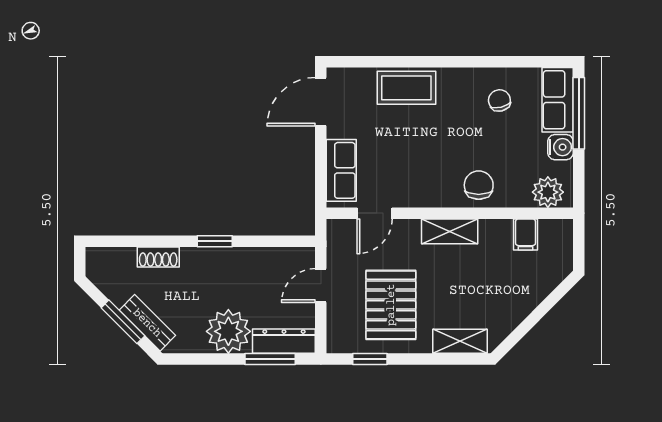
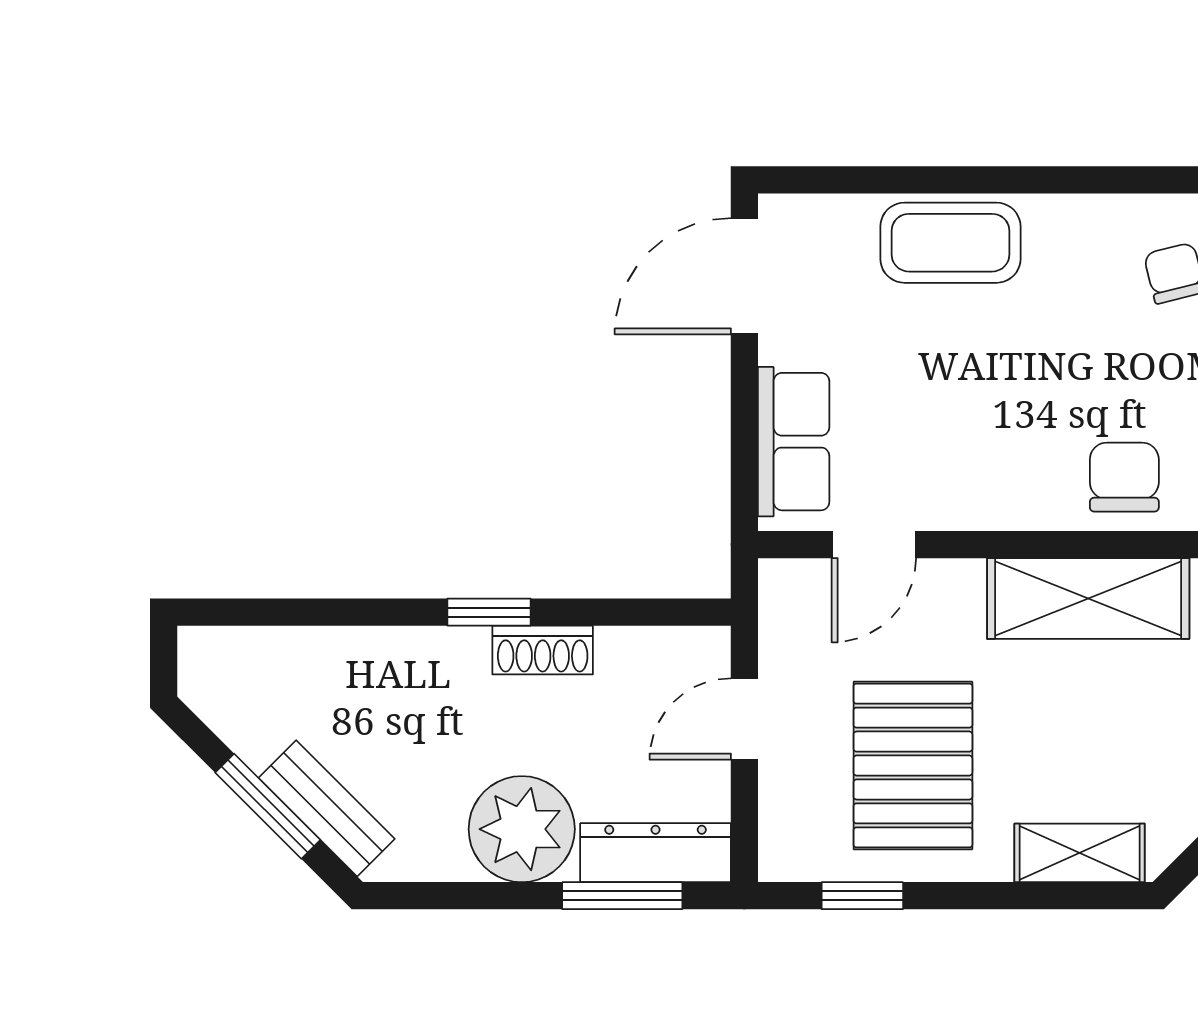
shelving: (450, 231) -> (1088, 599), width x1.50, depth x1.33
shoe rack: (158, 257) -> (543, 650), moved

